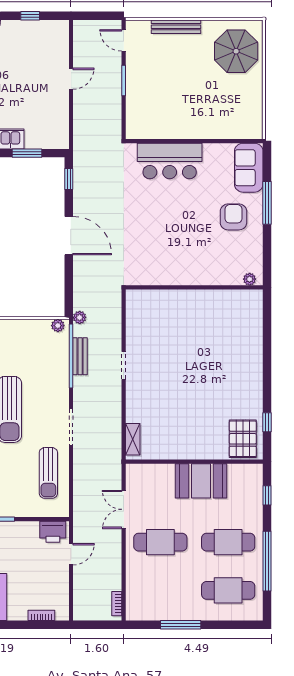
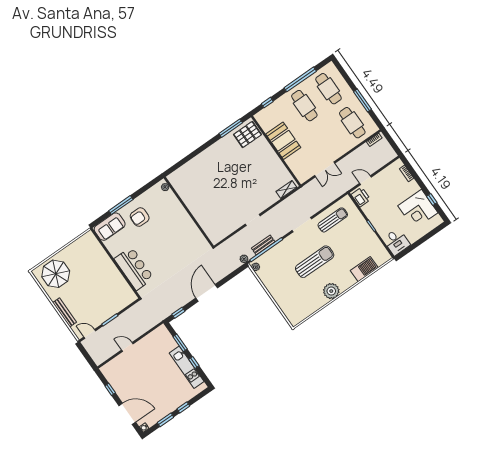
door: (124, 40) -> (90, 334), swing flipped
window: (267, 422) -> (231, 128), width x2.17
cafe table: (160, 542) -> (352, 123), moved

